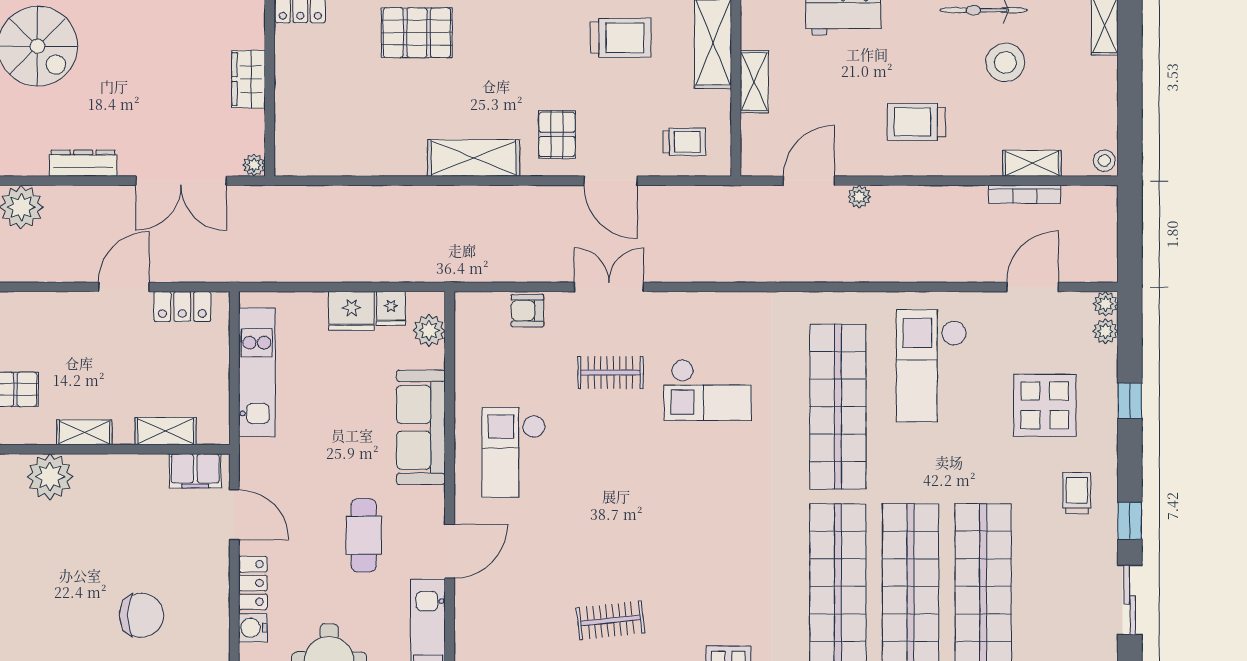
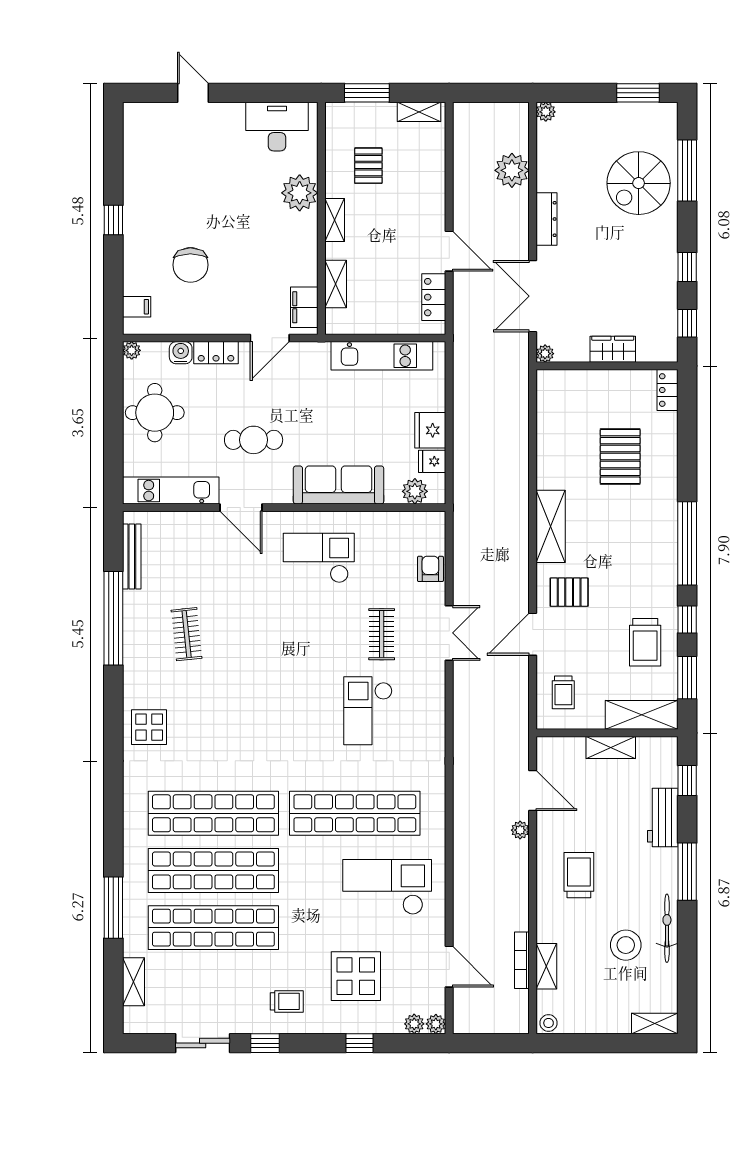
pallet: (417, 33) -> (620, 456), moved

